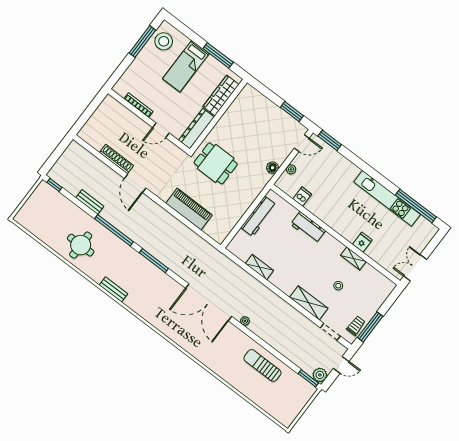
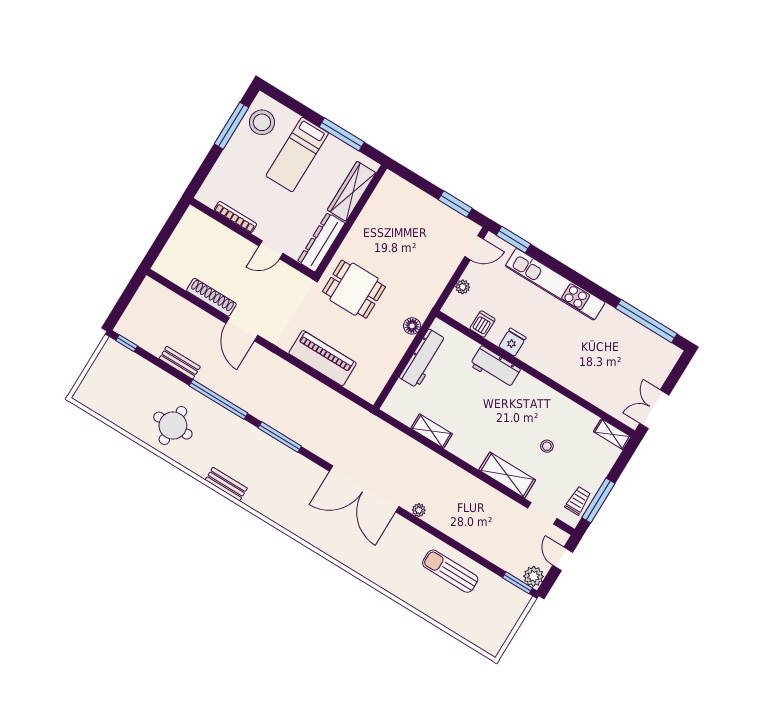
floor lamp: (272, 168) -> (412, 326), moved
kitchen unit: (387, 198) -> (555, 284), moved
fridge: (362, 242) -> (512, 342), moved
shelving: (353, 258) -> (612, 434), moved
door: (341, 365) -> (563, 559), swing flipped

